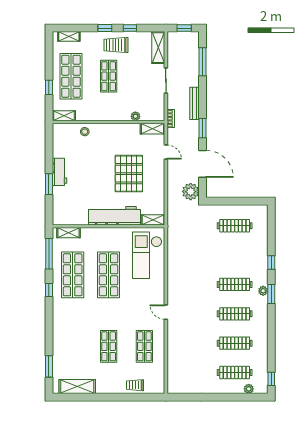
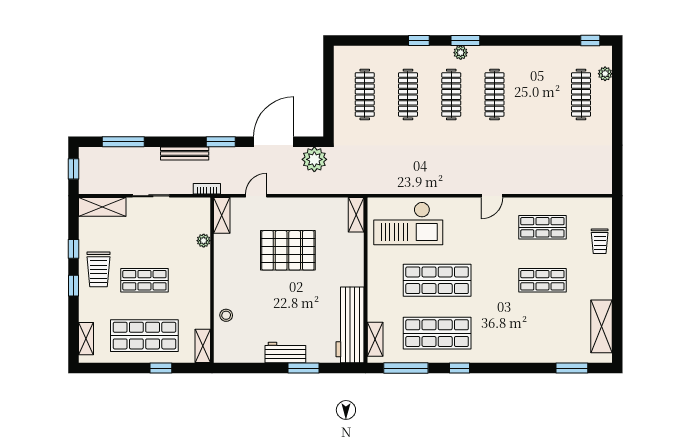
workbench: (114, 216) -> (350, 325), moved
clothes rail: (235, 343) -> (408, 94), moved

